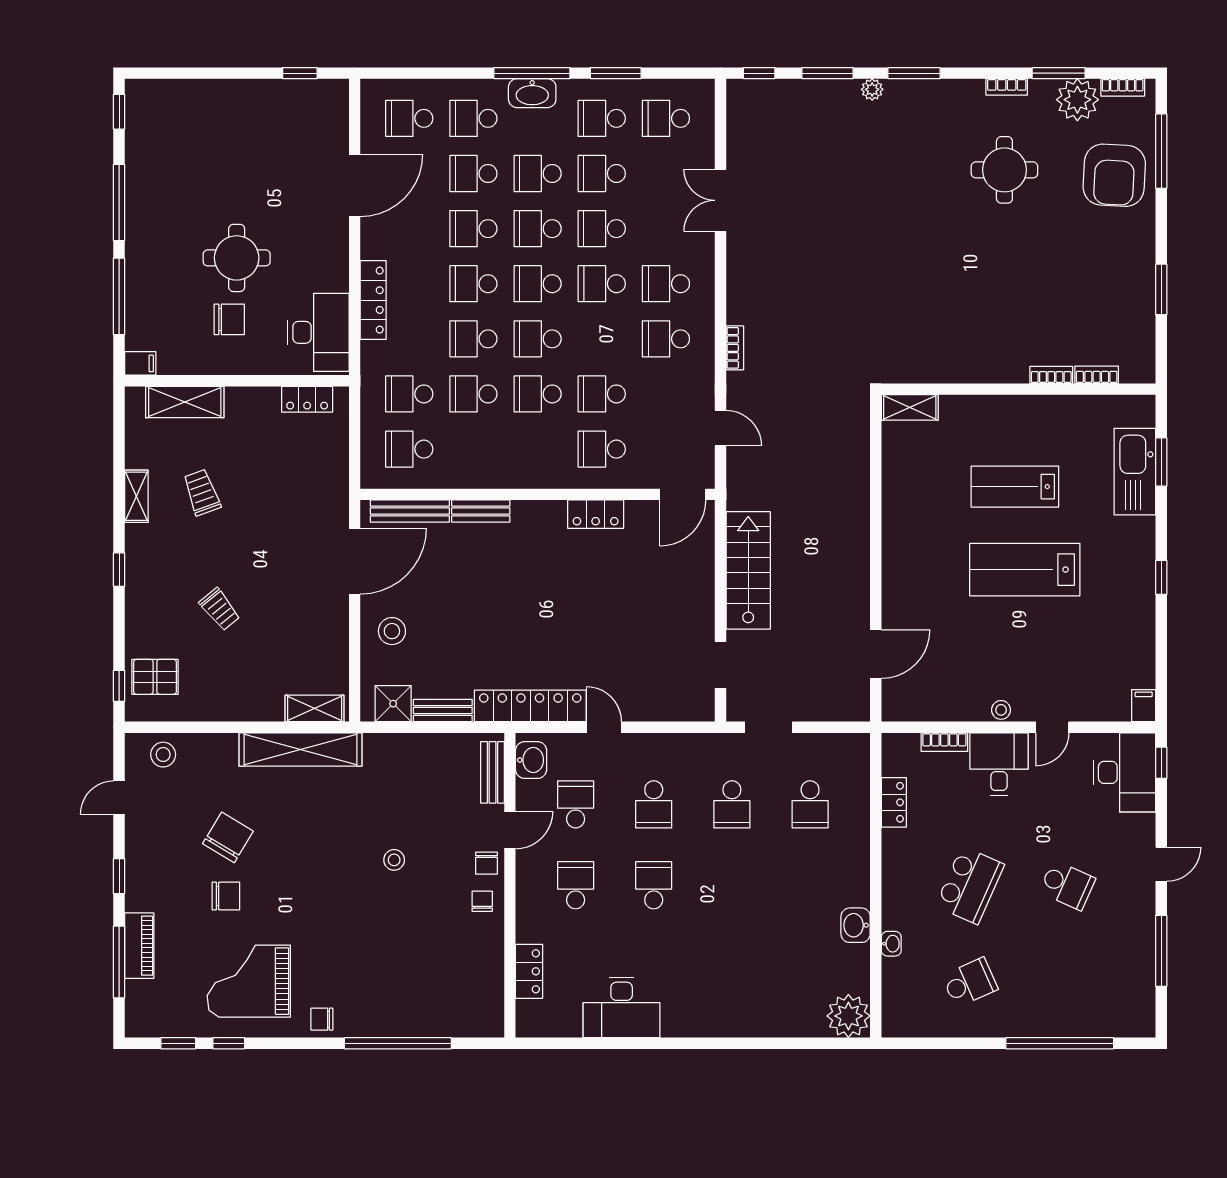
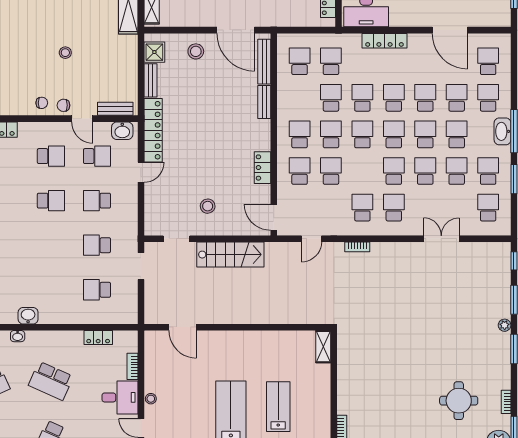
school desk: (538, 449) -> (300, 134), added
stool: (663, 610) -> (208, 206), added

